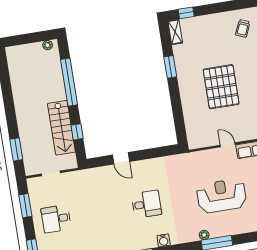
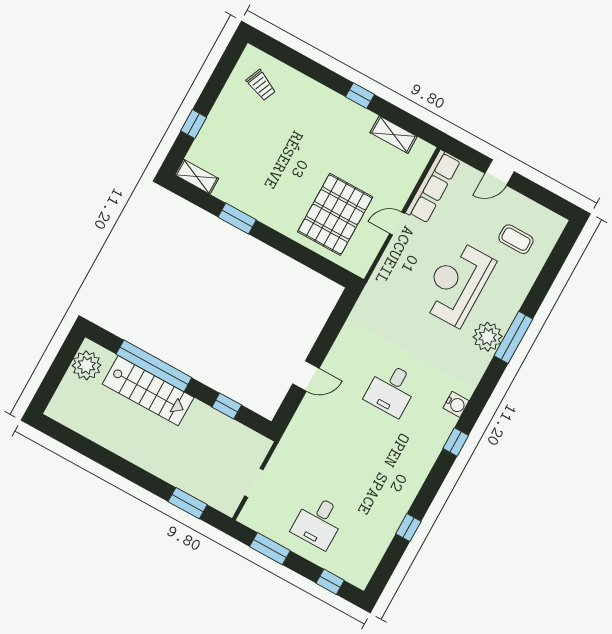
window: (186, 13) -> (194, 124), moved
plant: (48, 45) -> (86, 365), width x1.87, depth x1.87
pallet: (221, 87) -> (335, 214), moved, turned 90
stairs: (61, 128) -> (148, 391), moved
desk: (146, 204) -> (391, 390), turned 180
plant: (204, 235) -> (488, 337), width x1.88, depth x1.88

